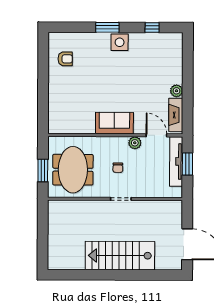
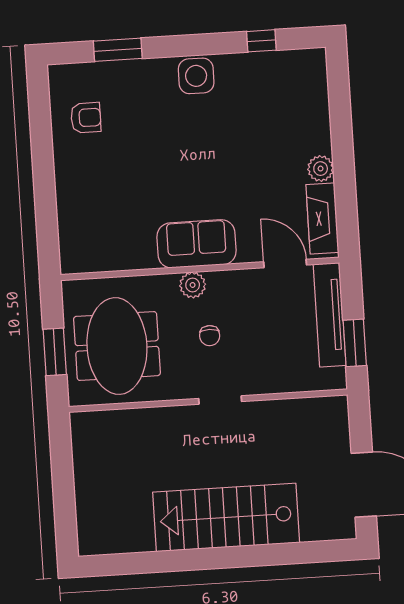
window: (107, 27) -> (118, 50), moved
plant: (135, 143) -> (193, 285), moved
window: (187, 164) -> (355, 343), moved

